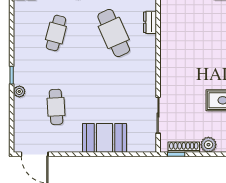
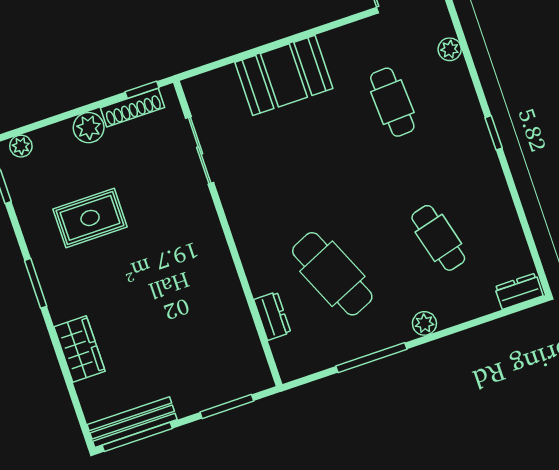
cafe table: (56, 33) -> (438, 238), turned -30
plant: (19, 91) -> (450, 49), moved

